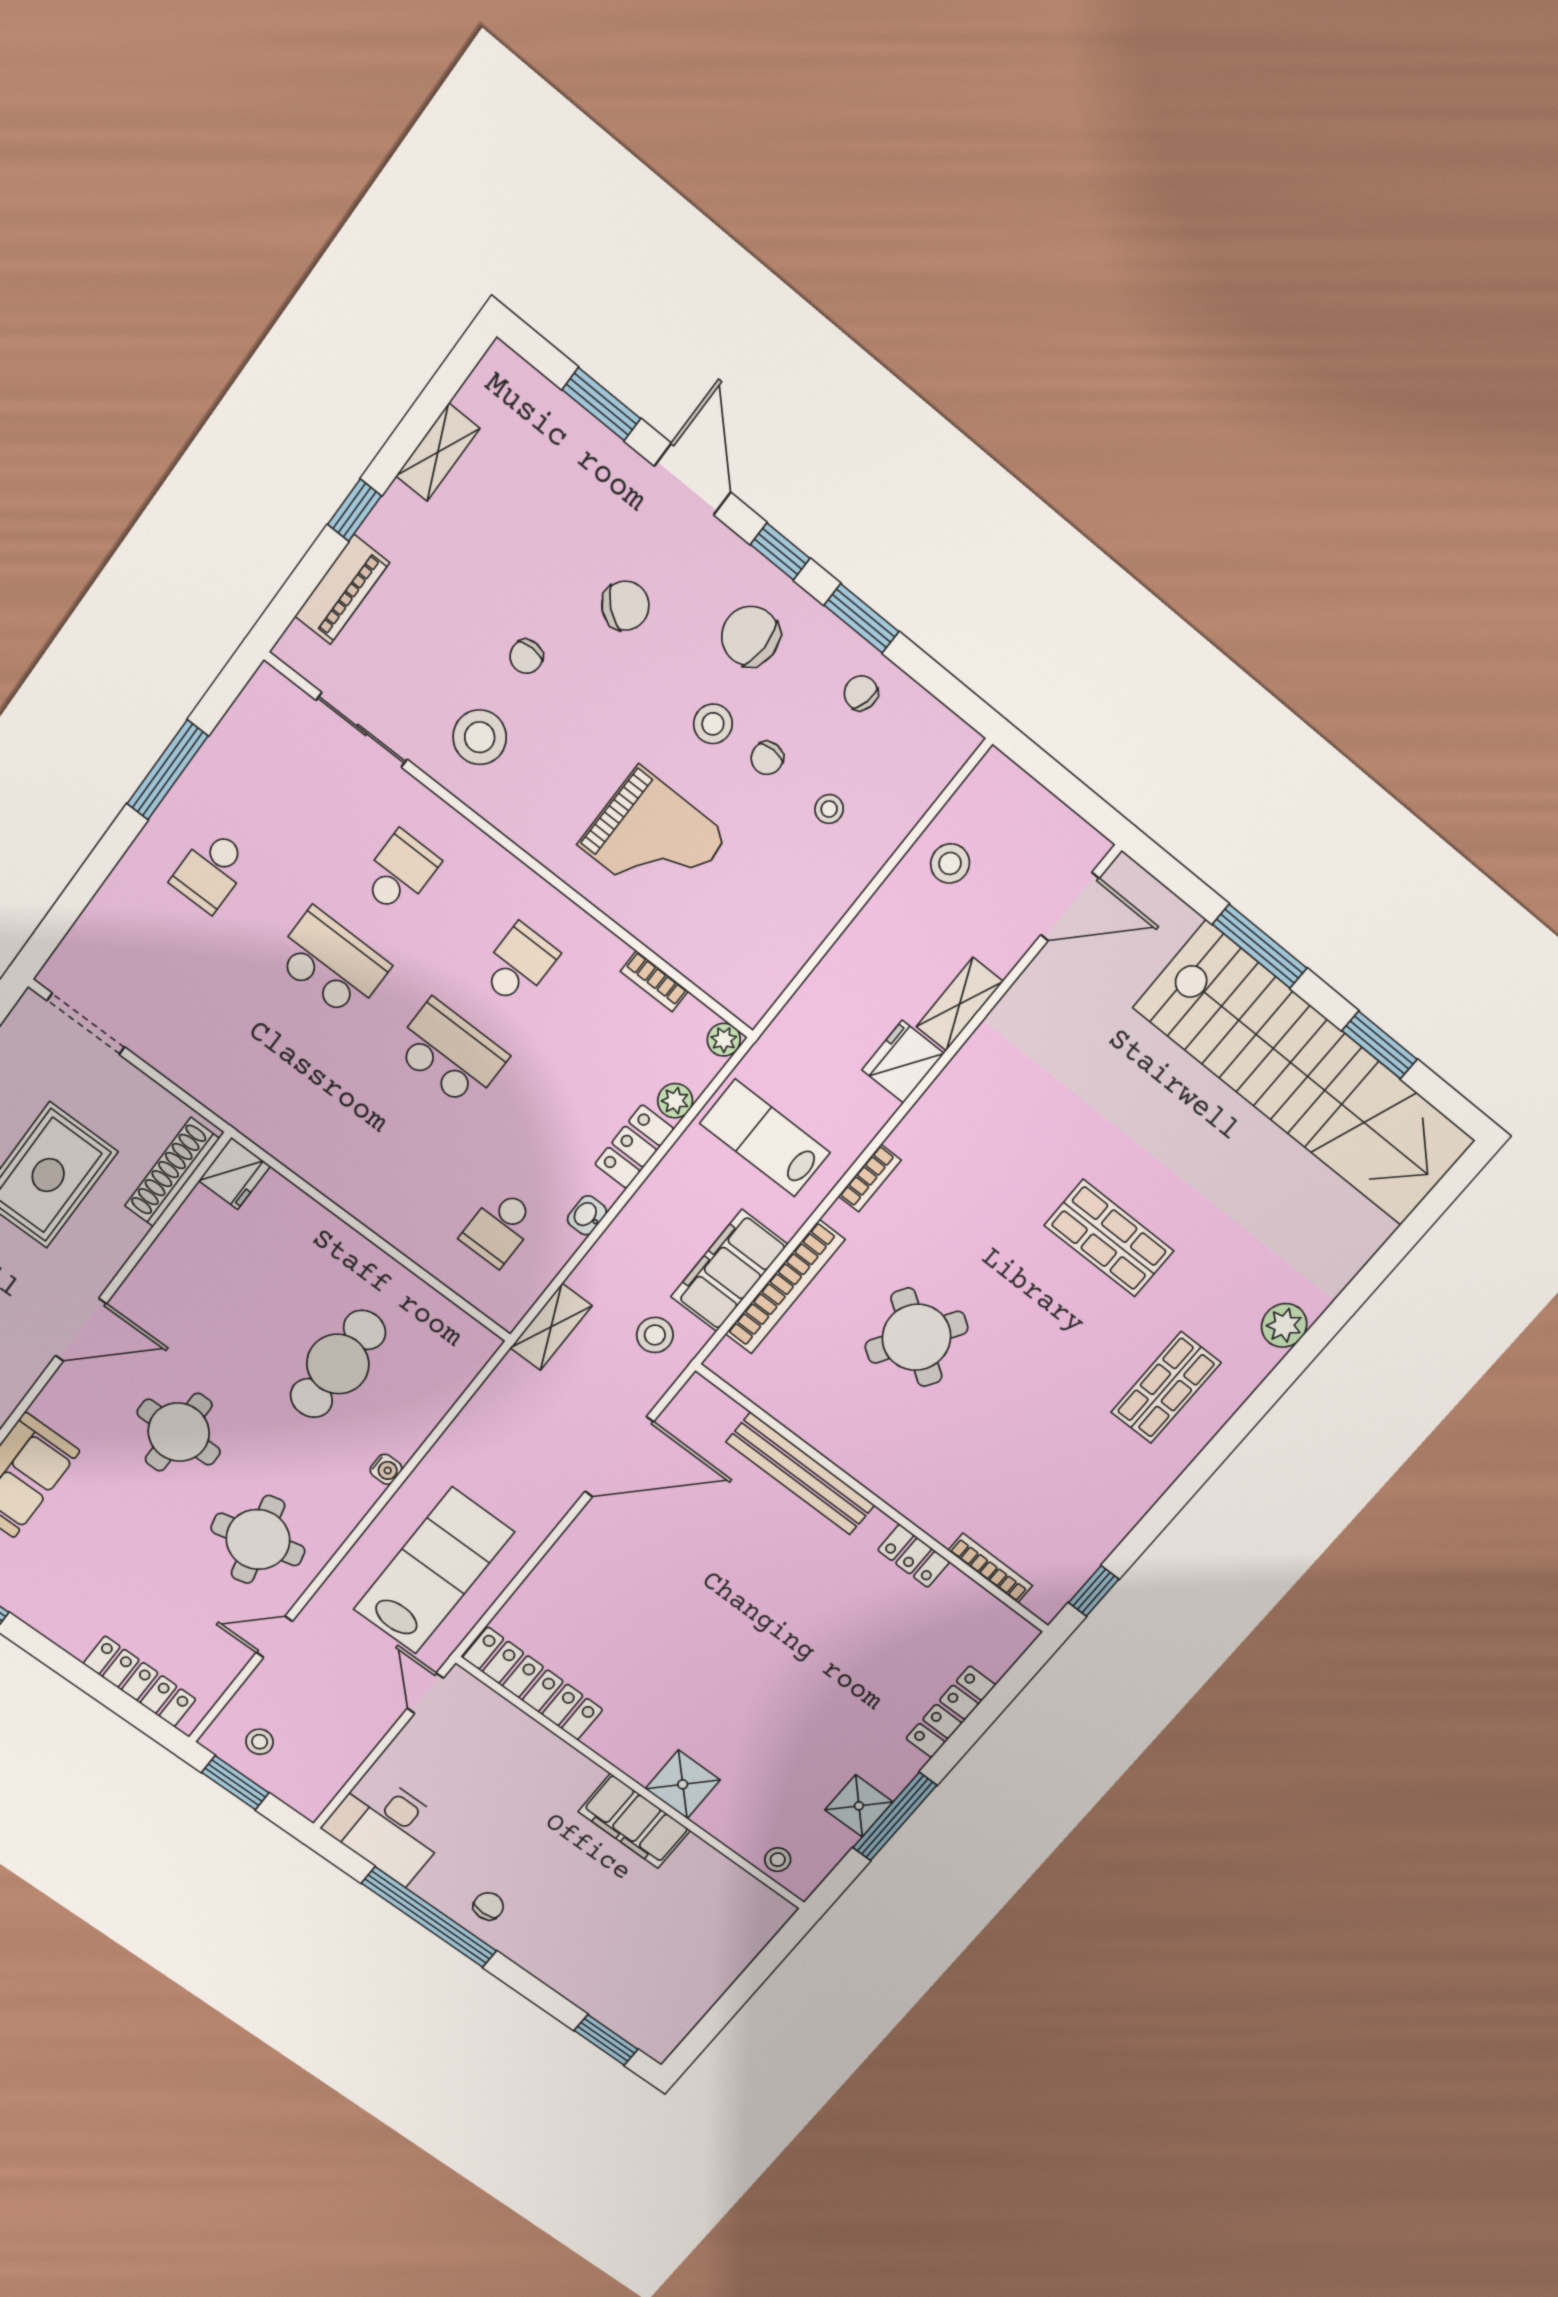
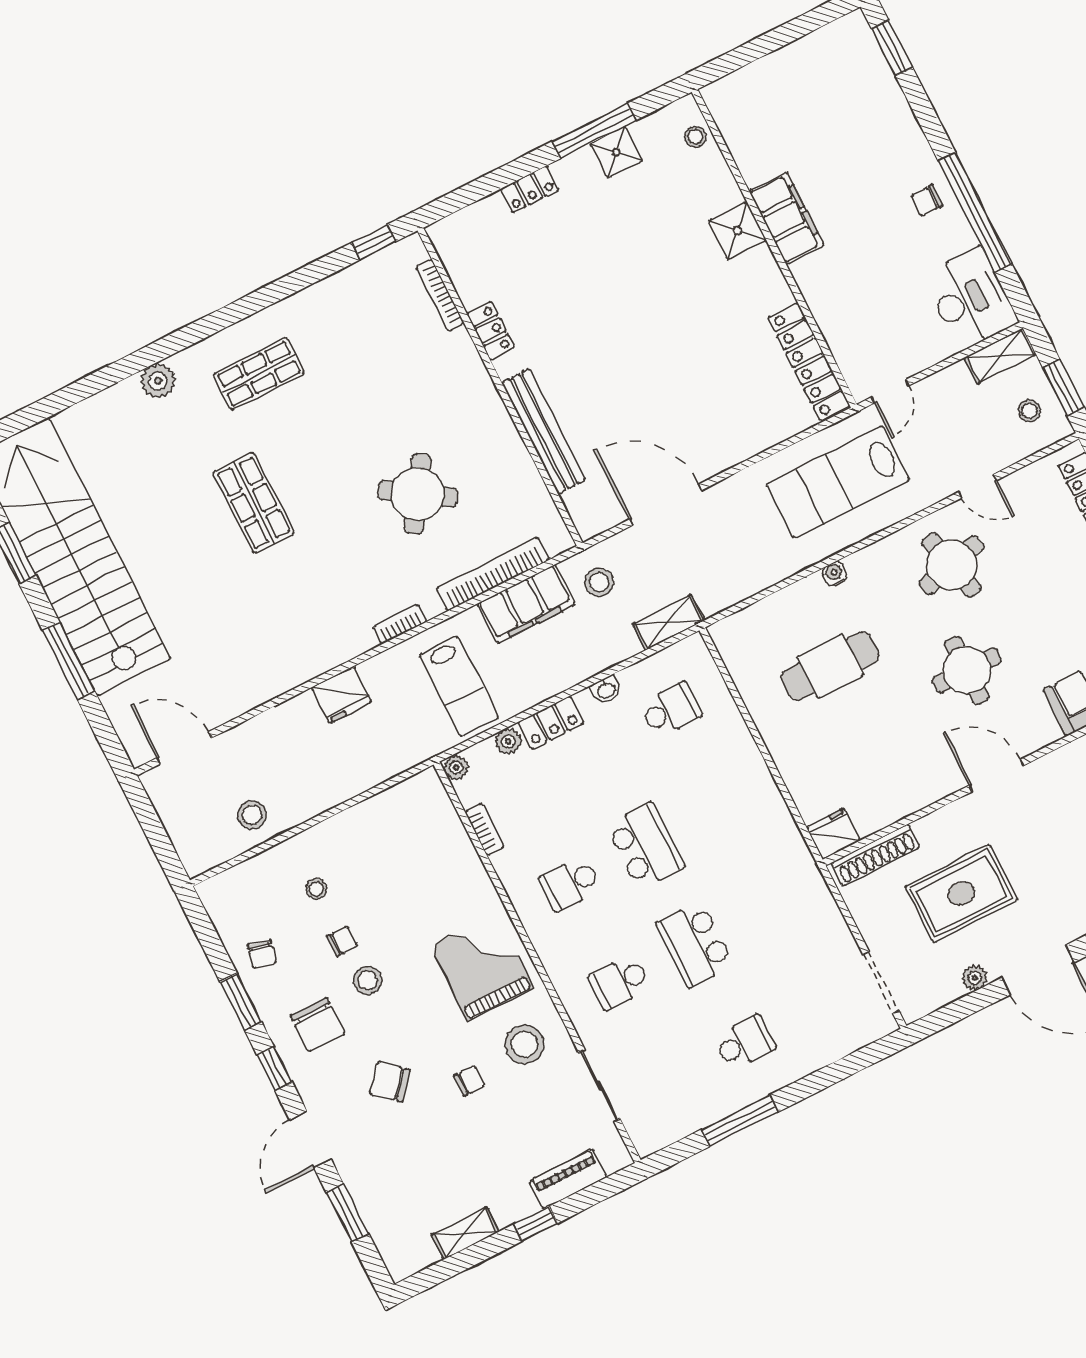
grand piano: (653, 840) -> (482, 967), moved
shelving: (960, 1004) -> (1000, 356), moved
school desk: (450, 1053) -> (645, 846), turned 180
locker: (951, 1712) -> (530, 189), width x0.66

